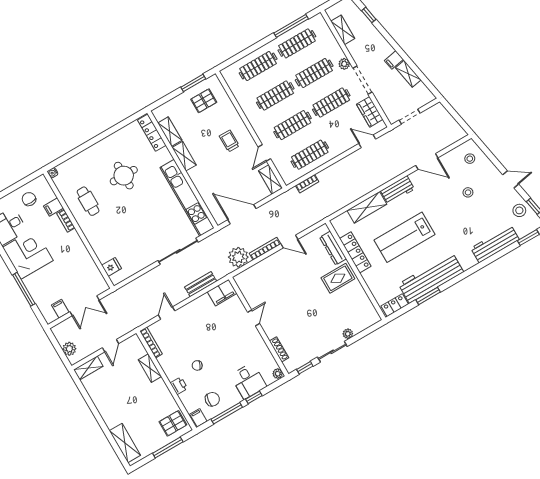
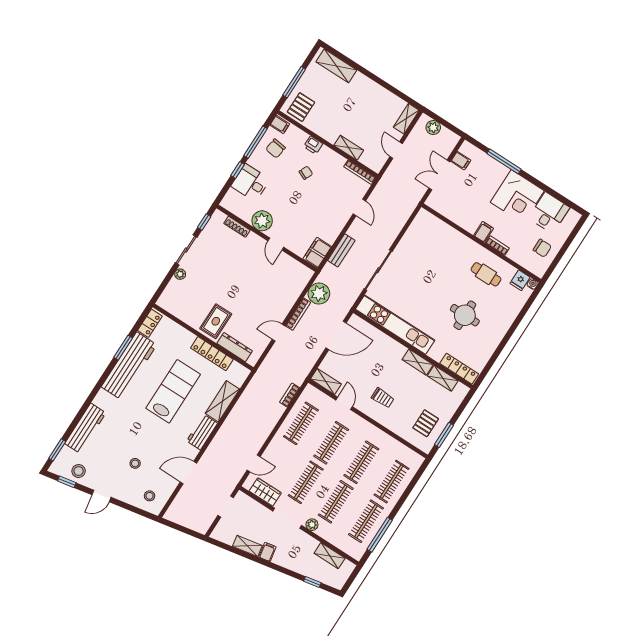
filing cabinet: (53, 207) -> (484, 232), moved
fridge: (112, 267) -> (520, 280), moved
plant: (278, 374) -> (262, 221), moved, width x1.87, depth x1.87

